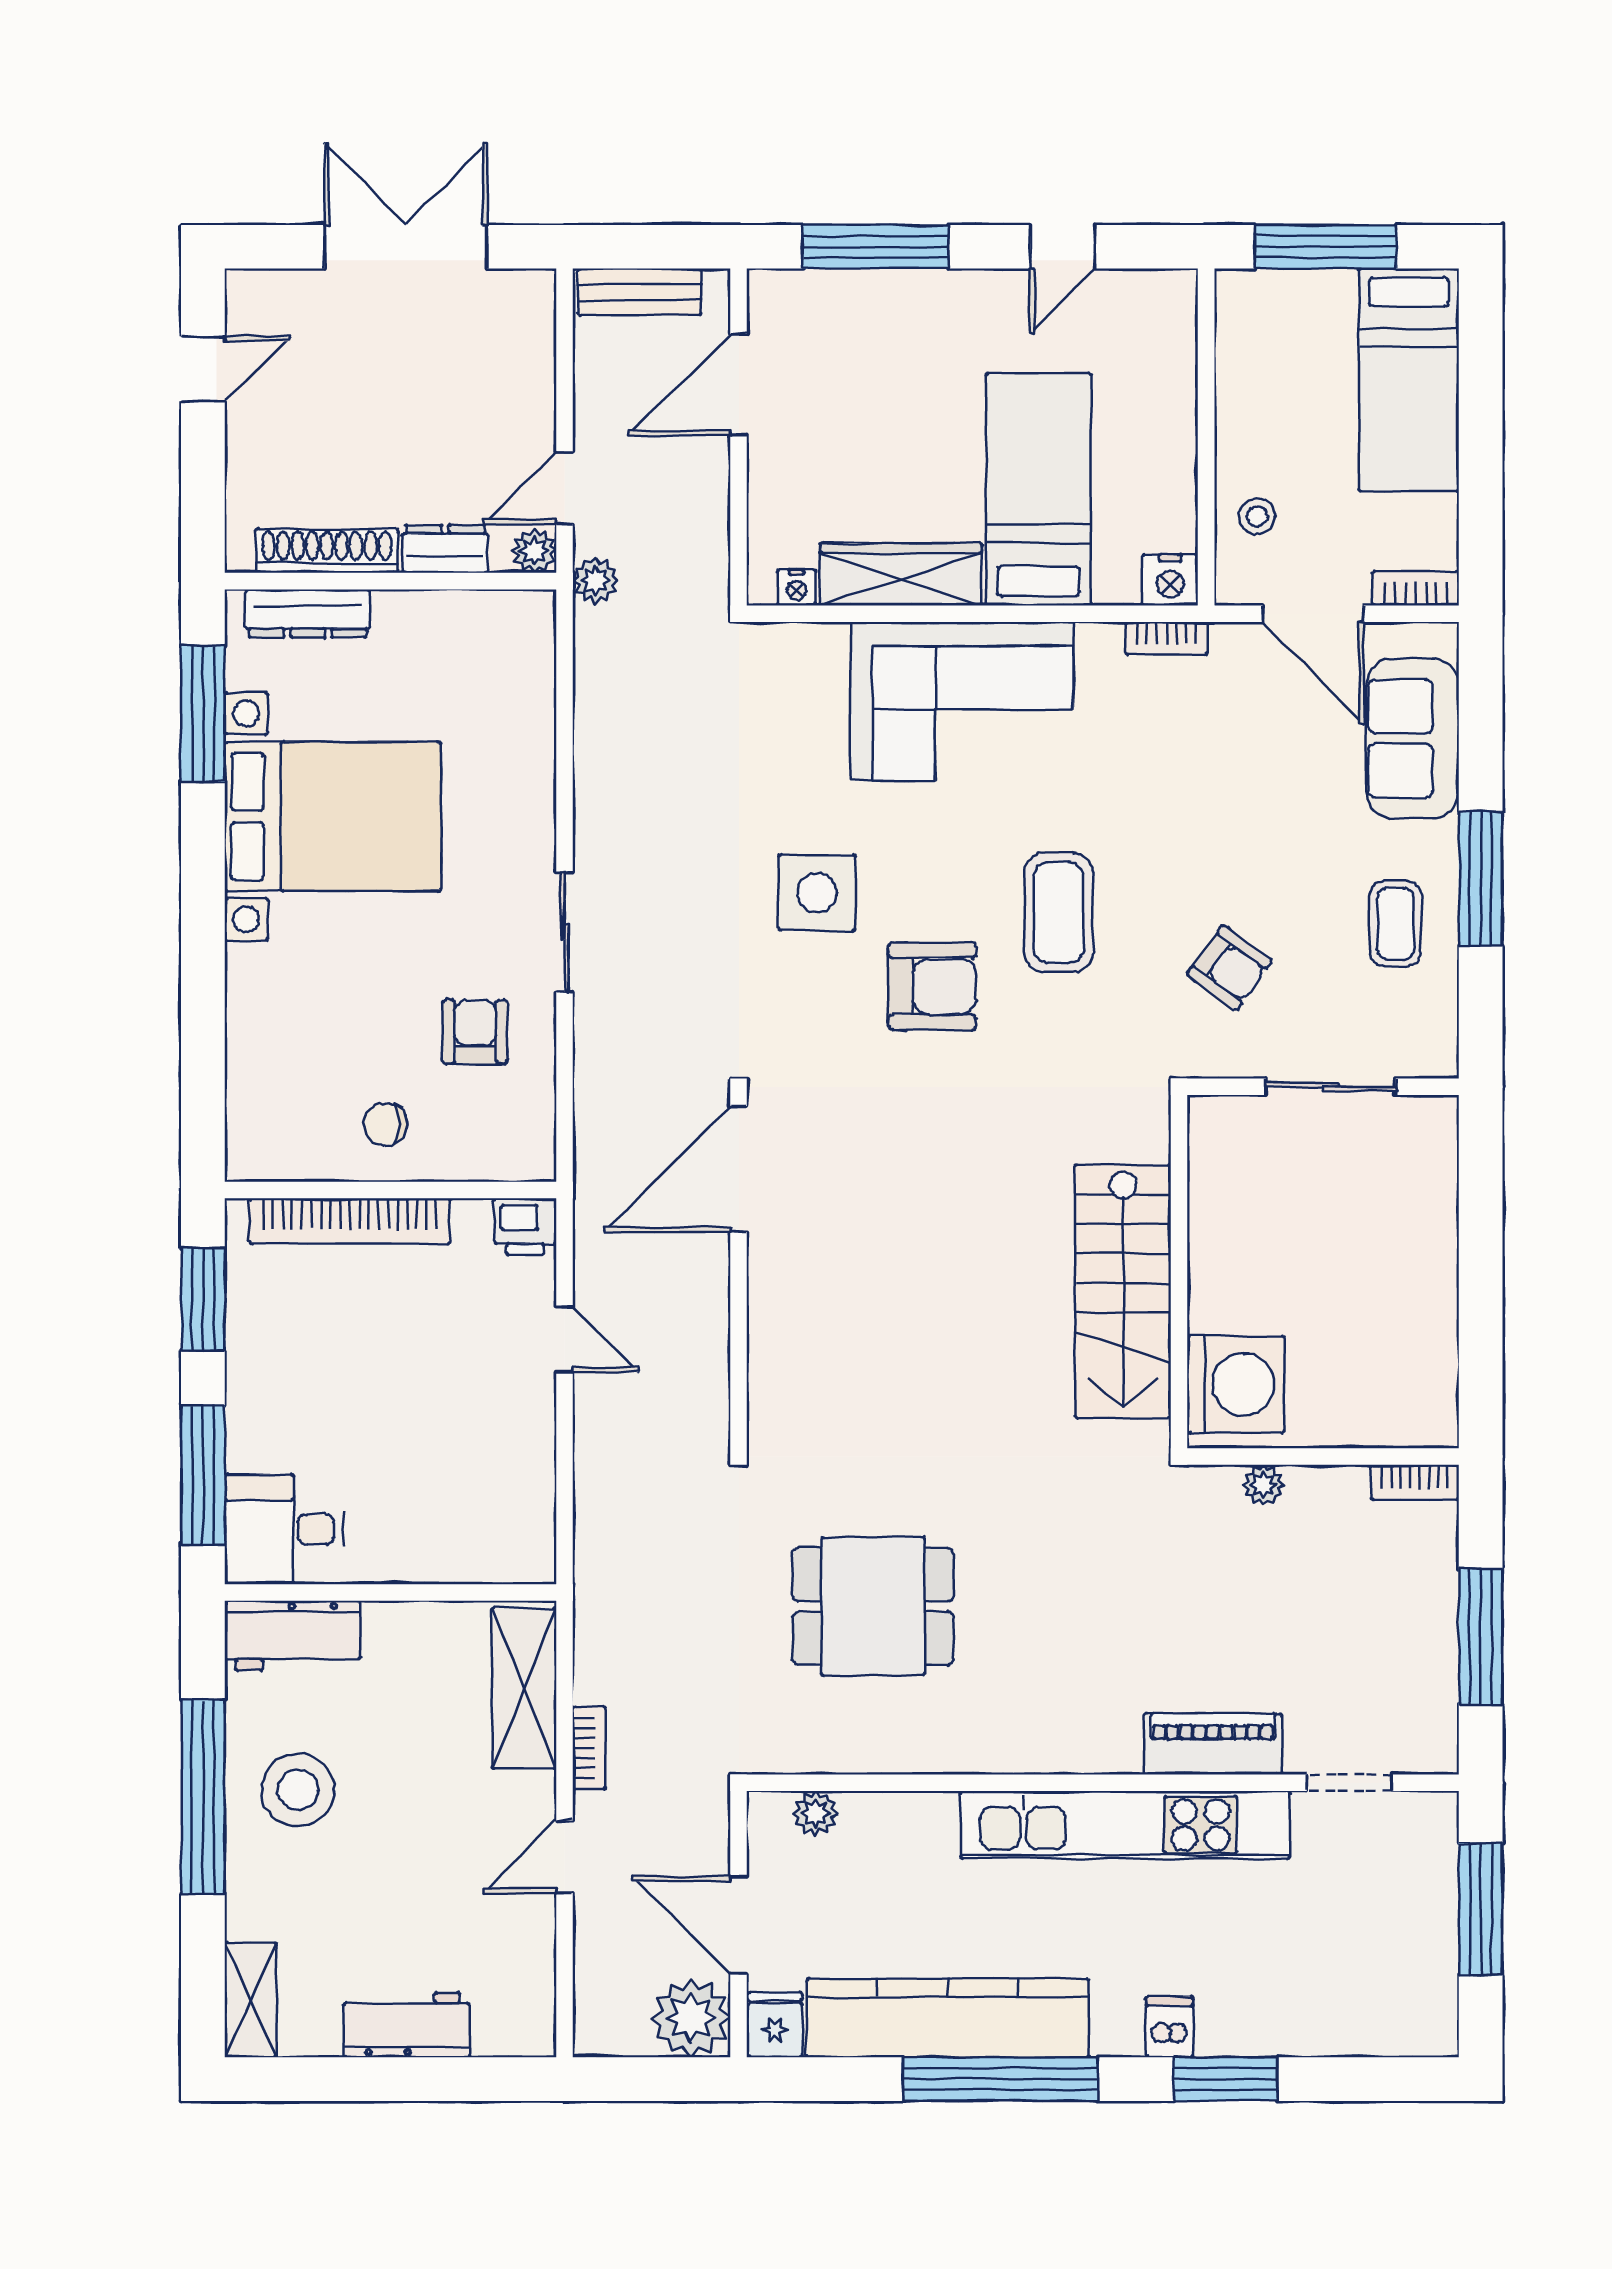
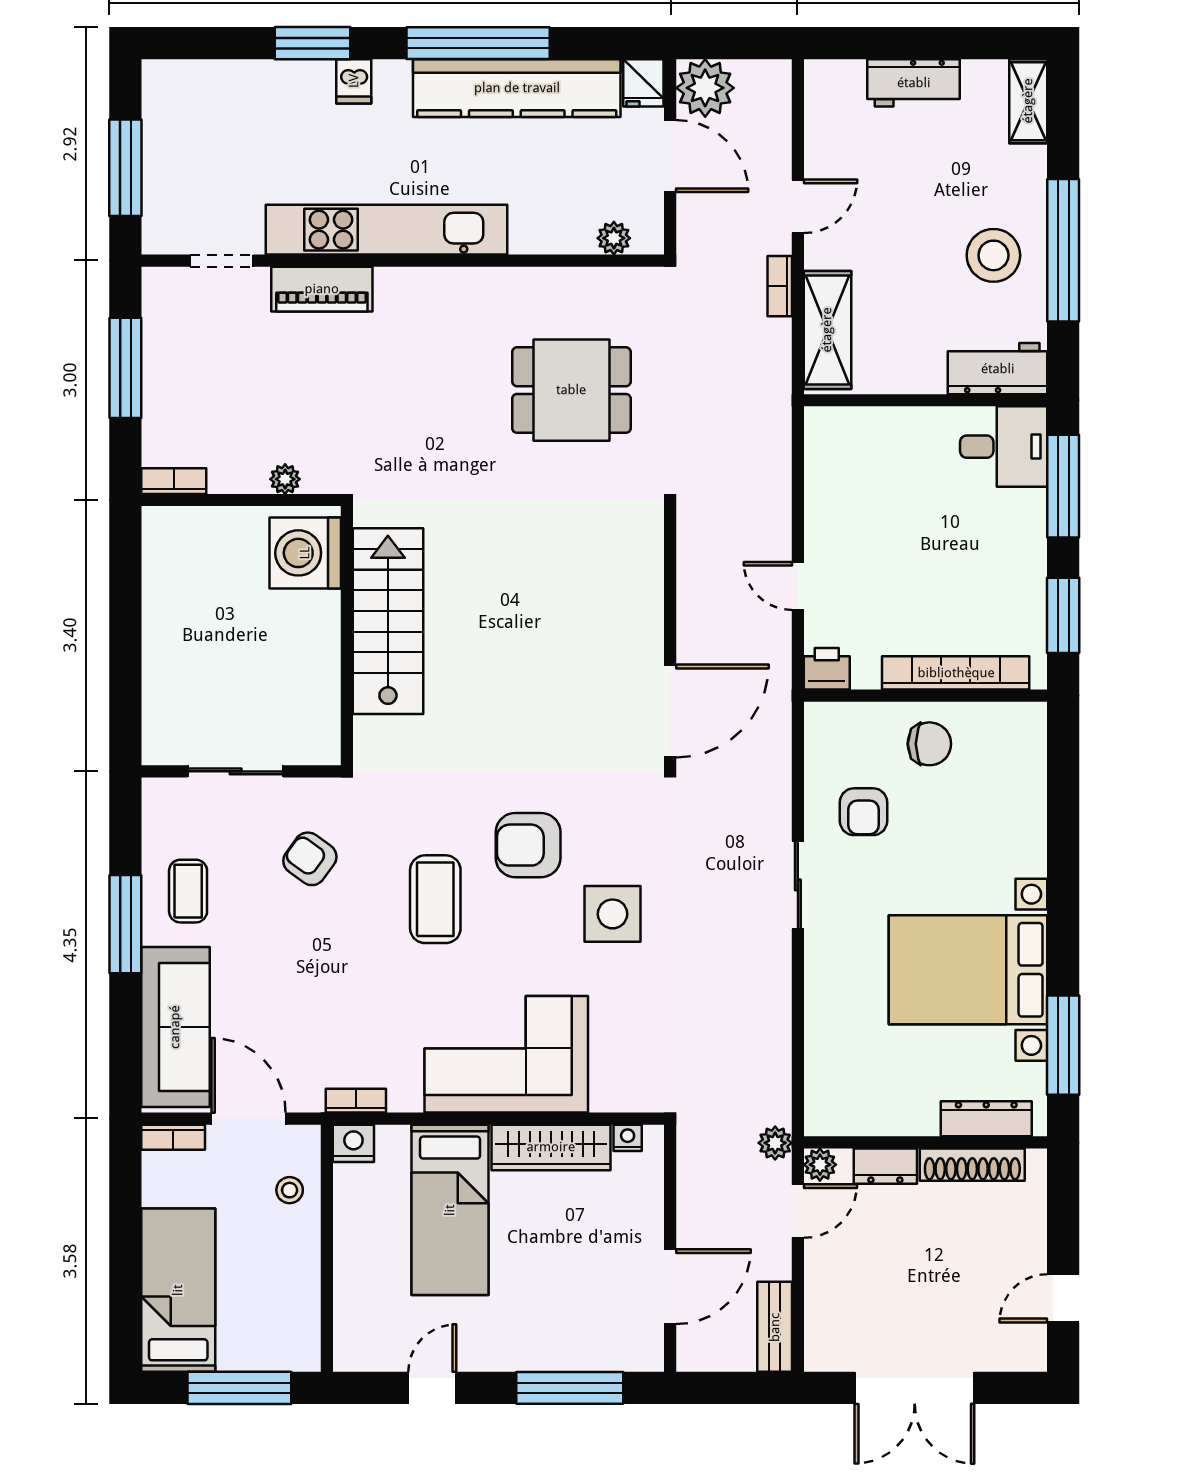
bench: (640, 292) -> (775, 1327), moved, turned 90
sofa: (1413, 739) -> (175, 1027), width x1.36
chair: (385, 1124) -> (929, 744), width x1.37, depth x1.37

